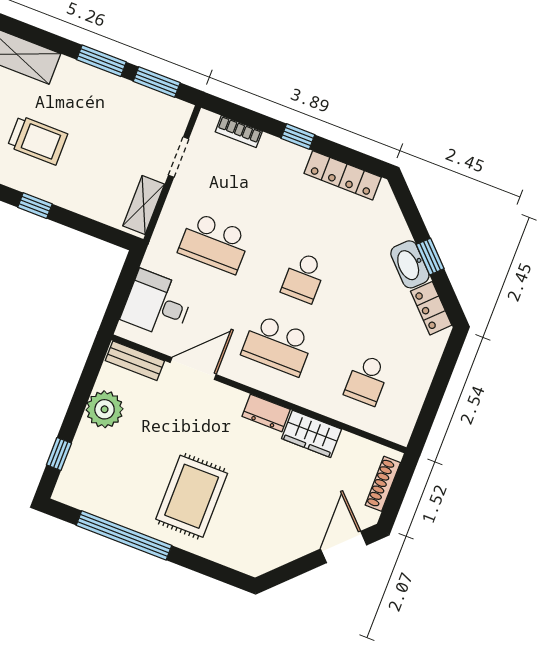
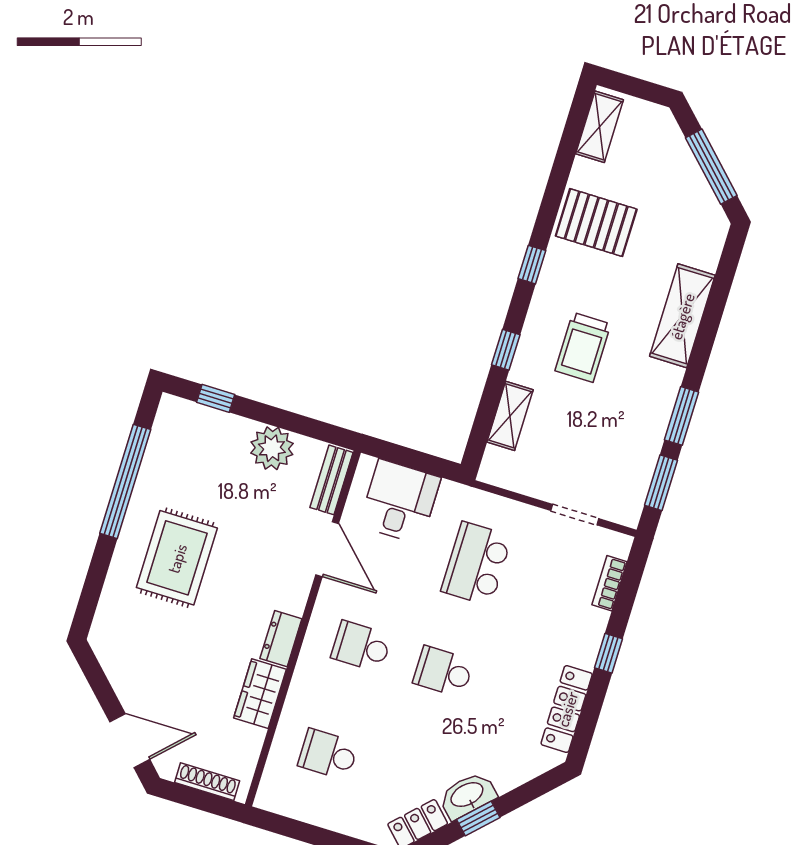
shelving: (144, 205) -> (510, 416), moved, turned 90
school desk: (278, 345) -> (361, 646), width x0.54
rug: (192, 496) -> (177, 558), turned 90

